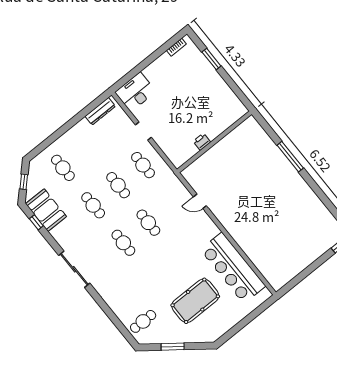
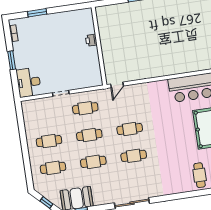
window: (148, 61) -> (12, 60), added
dresser: (100, 111) -> (28, 116), removed
printer: (202, 142) -> (91, 40), moved
cafe table: (88, 148) -> (49, 141), added
door: (200, 201) -> (117, 85), moved

